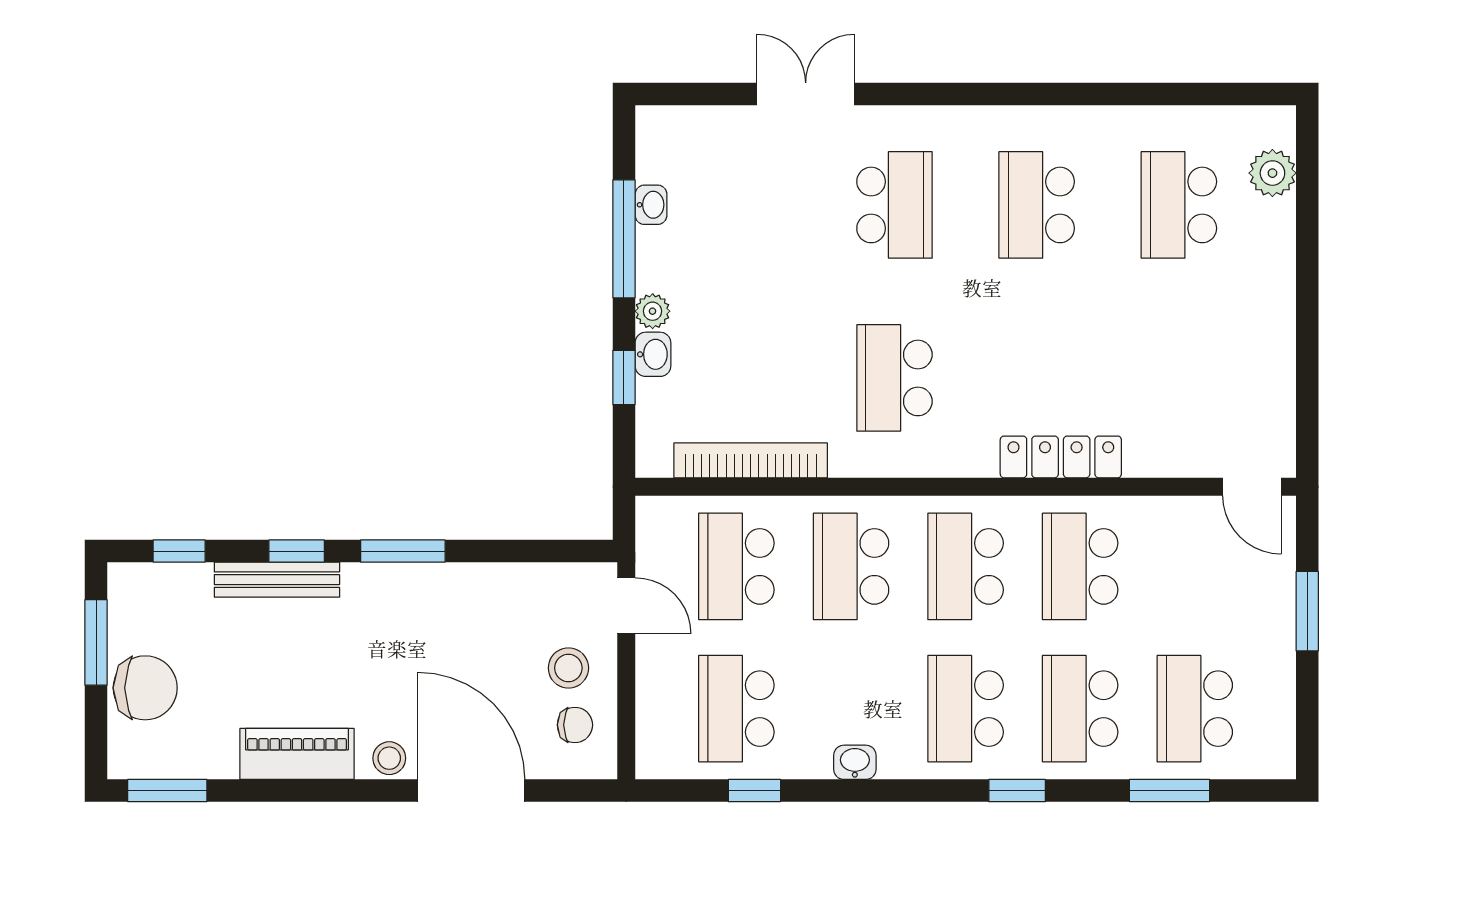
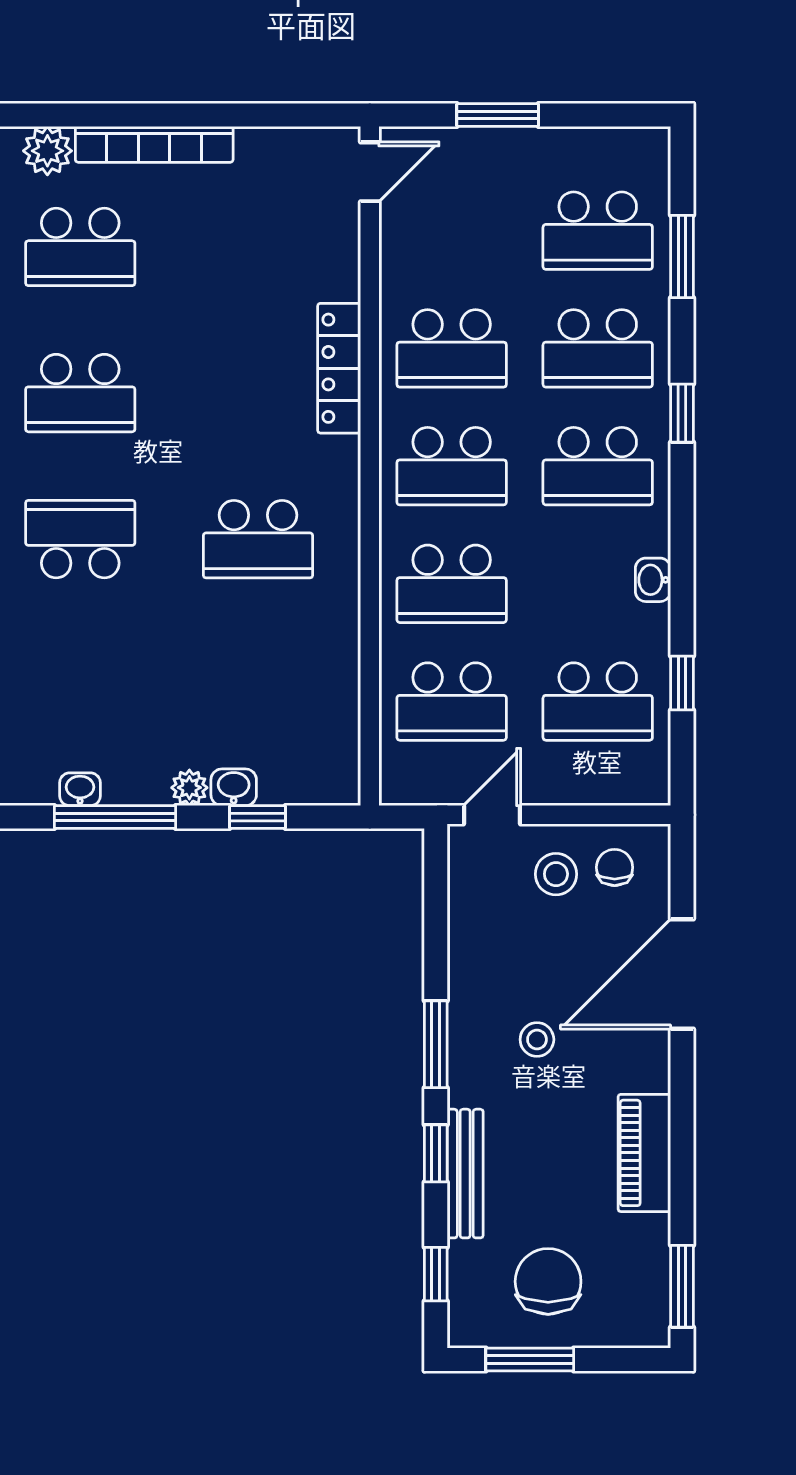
bookcase: (751, 460) -> (154, 144), moved, turned -90
chair: (145, 688) -> (548, 1281), moved
stool: (389, 758) -> (537, 1040), moved

